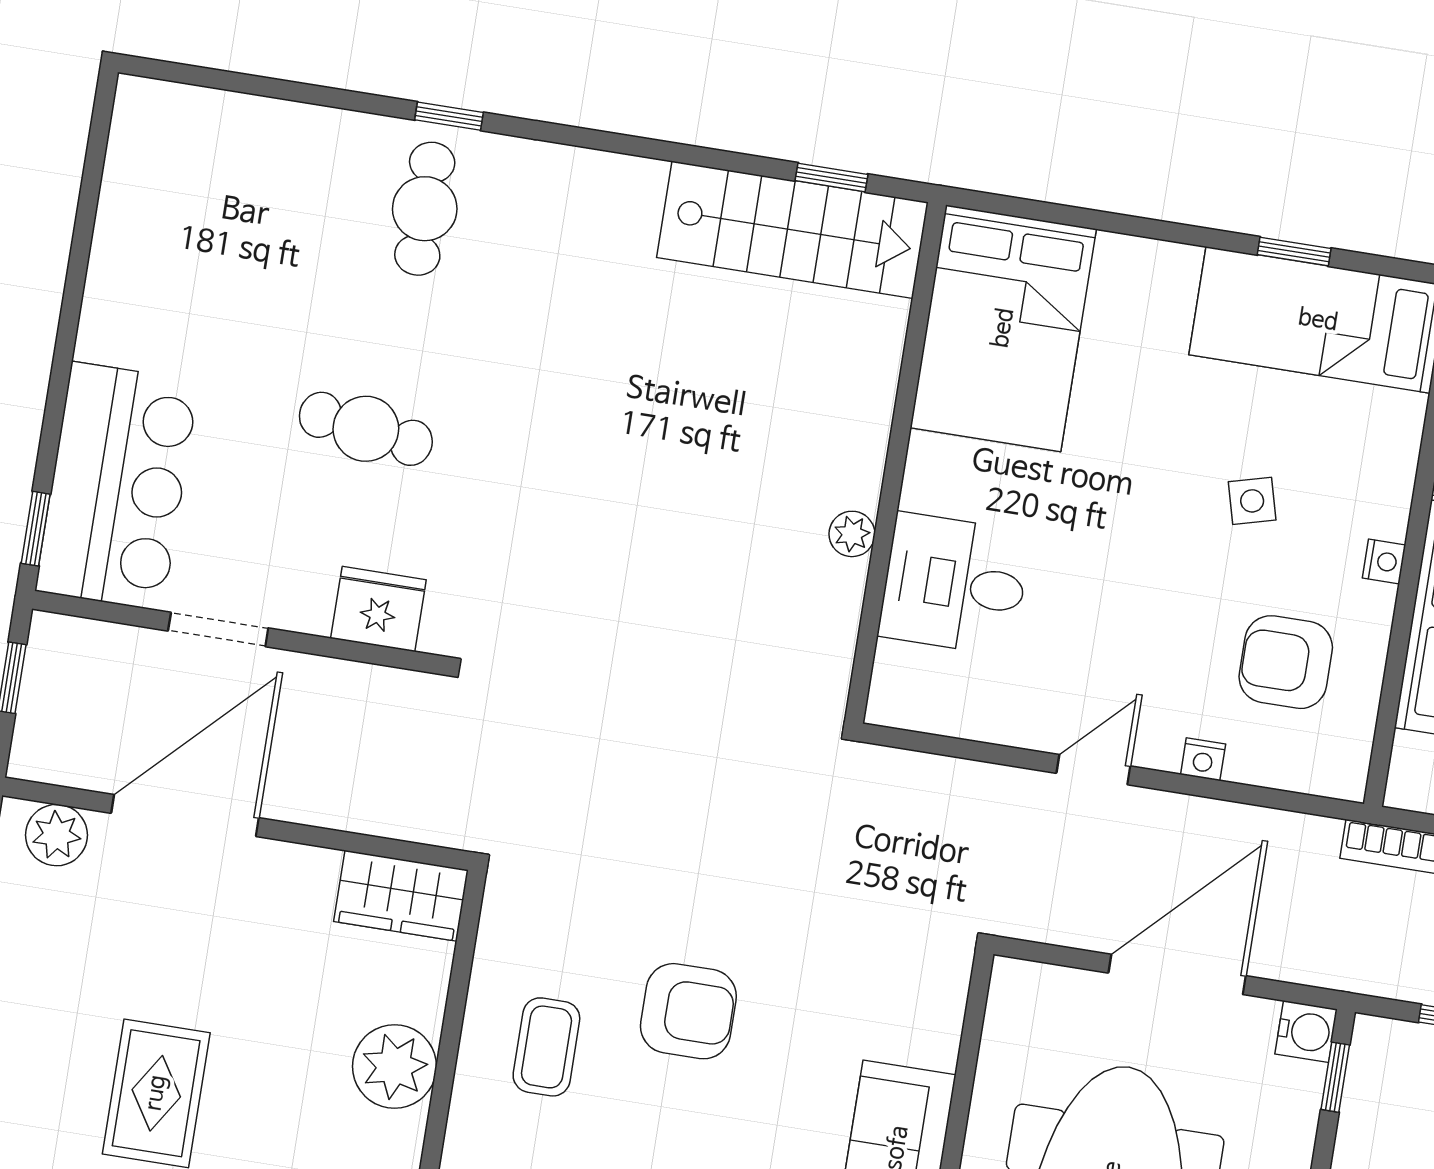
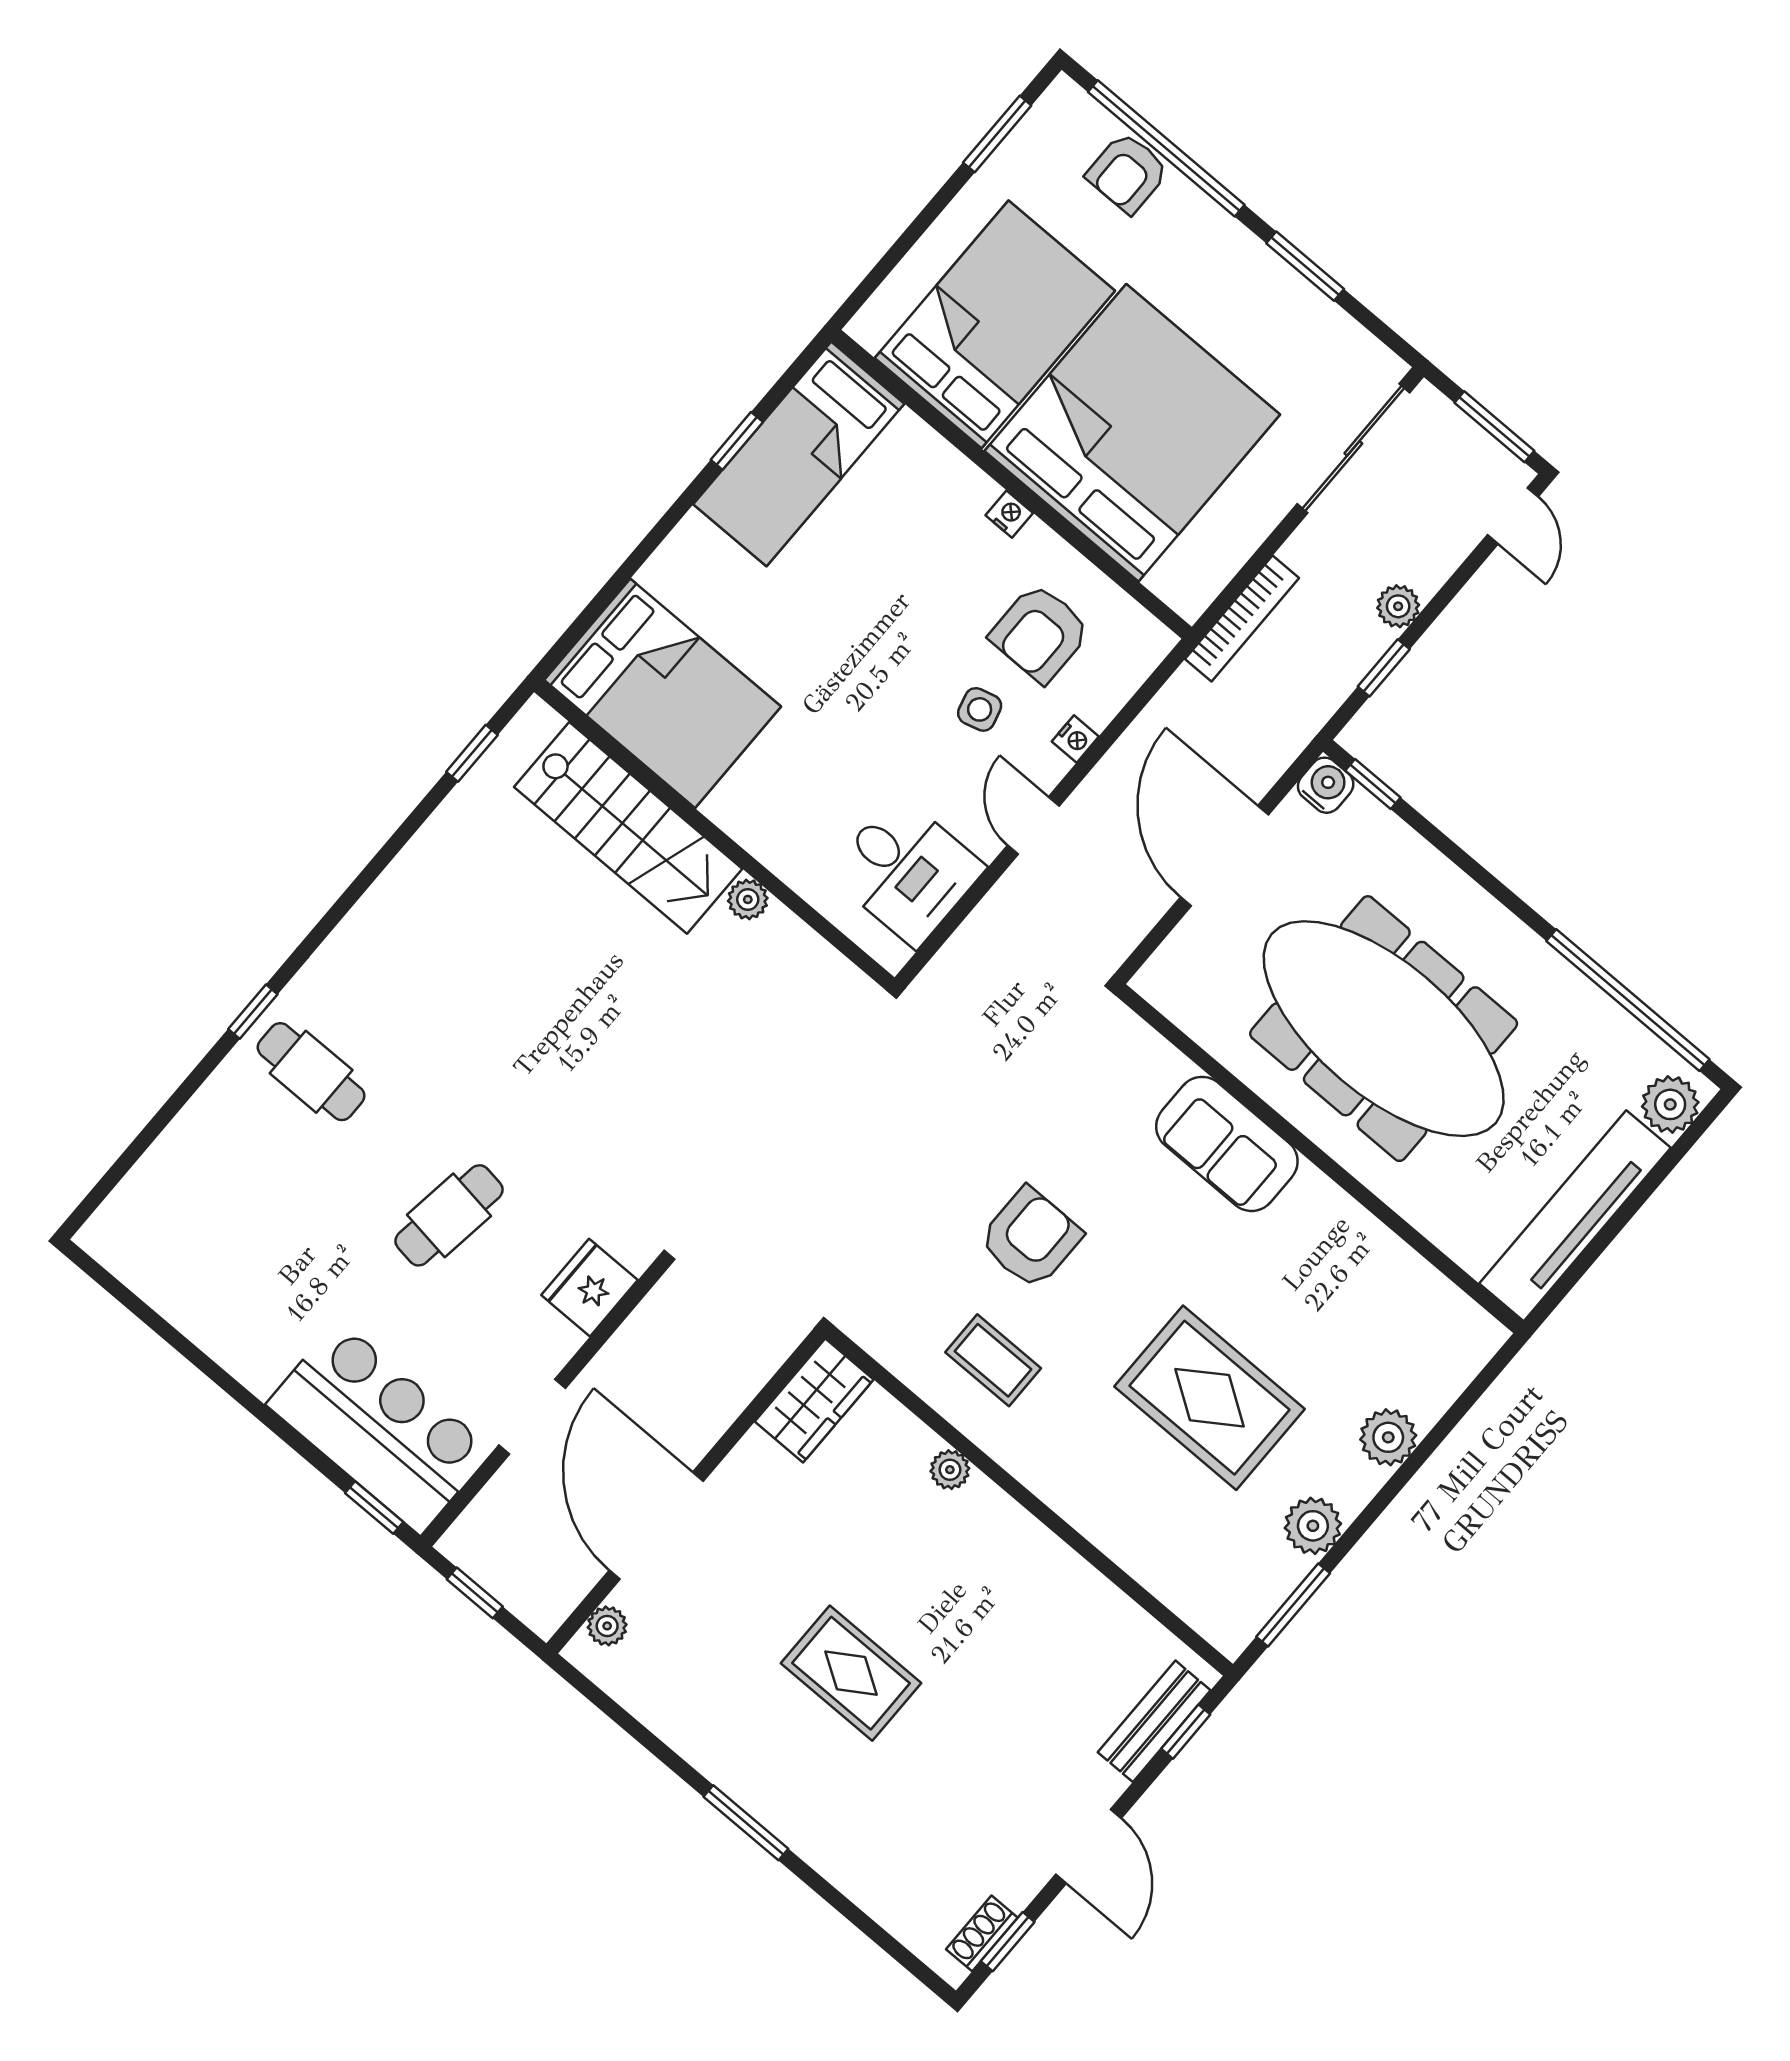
stairs: (792, 230) -> (628, 828), moved, turned 90
side table: (1252, 501) -> (980, 709), moved
desk: (955, 584) -> (907, 870), moved, turned -90
plant: (57, 835) -> (607, 1626), width x0.73, depth x0.73
plant: (395, 1066) -> (950, 1470), width x0.53, depth x0.53

